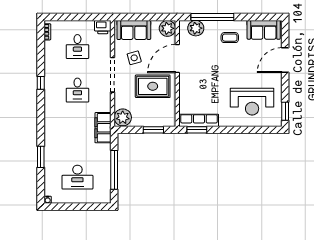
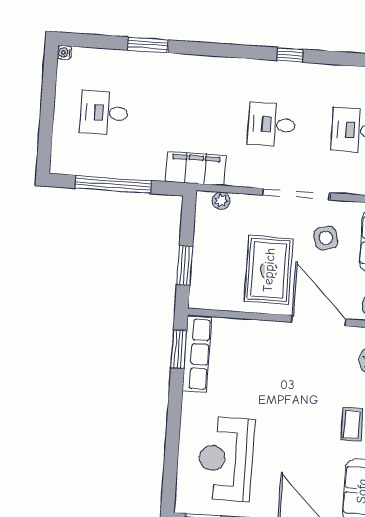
plant: (123, 117) -> (221, 201), width x0.53, depth x0.53
desk: (77, 177) -> (104, 113), width x0.73

